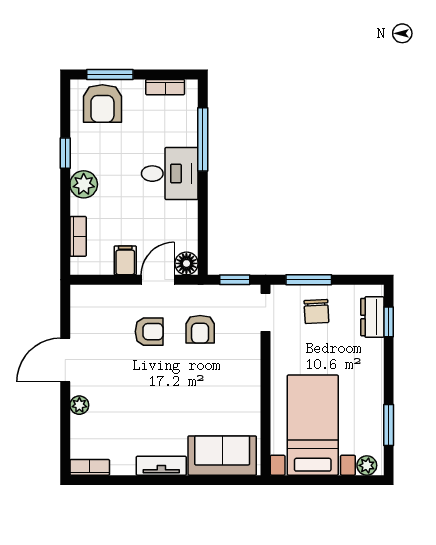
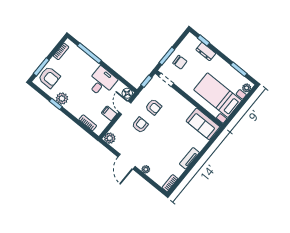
desk: (170, 174) -> (102, 82), moved
plant: (84, 184) -> (62, 98), moved
plant: (82, 297) -> (110, 138), added
dresser: (372, 317) -> (206, 52), moved
sofa: (222, 456) -> (203, 124), moved, turned -90

